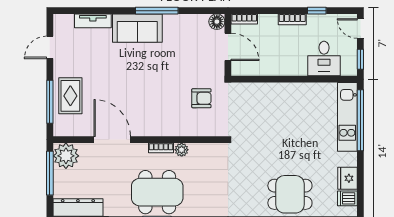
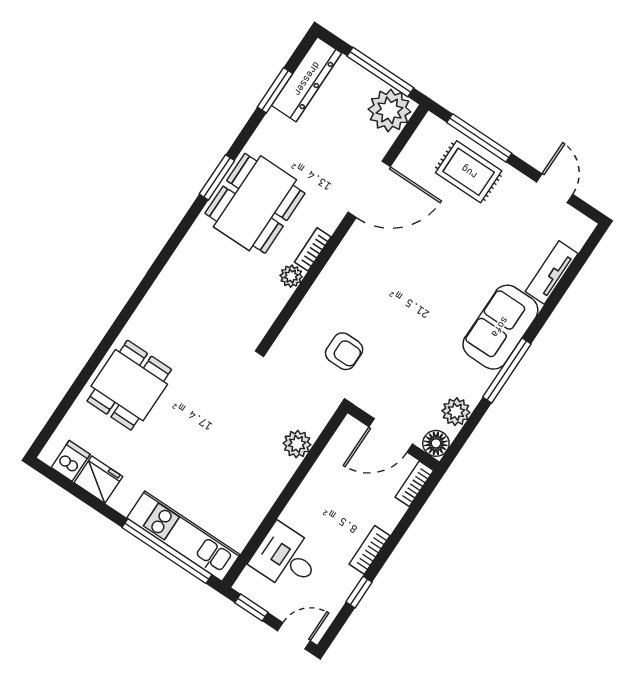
plant: (194, 22) -> (456, 412), added
plant: (263, 91) -> (297, 444), added
armchair: (201, 98) -> (344, 351), turned -90

